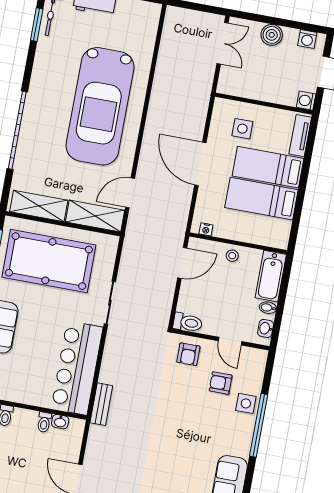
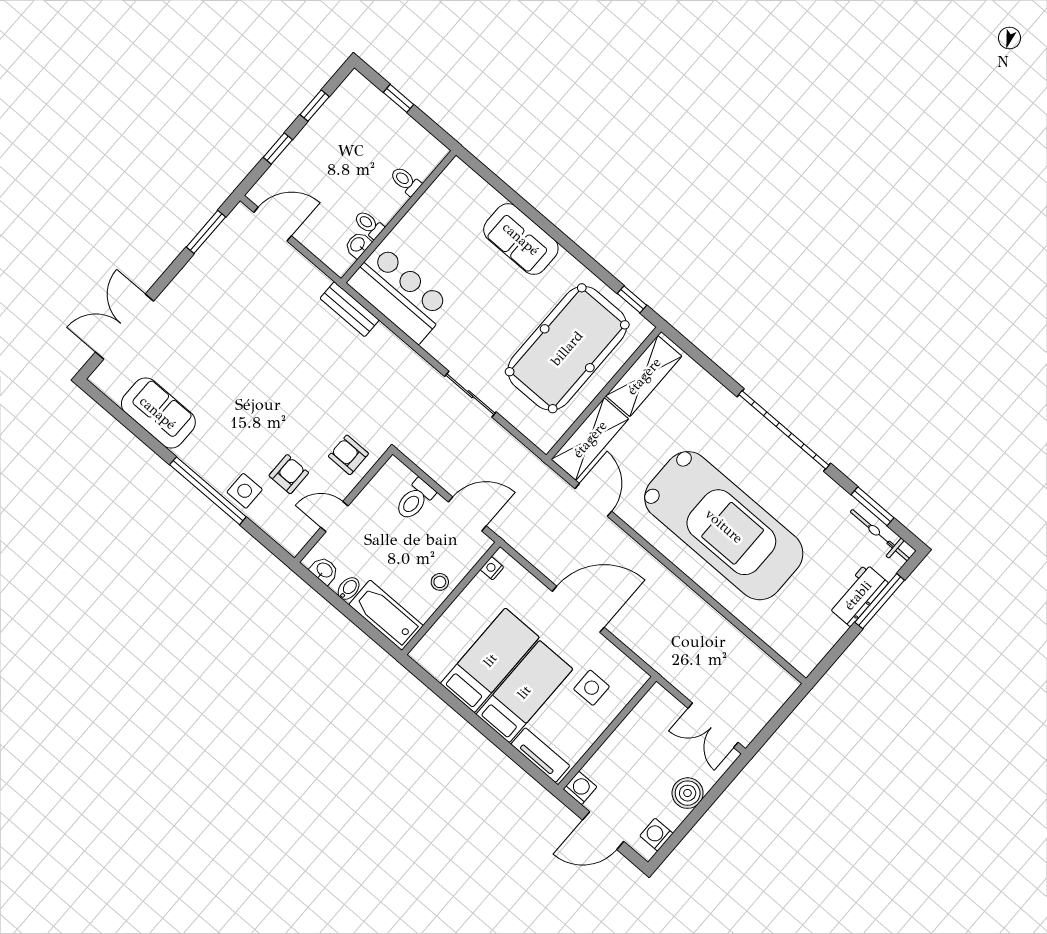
car: (100, 106) -> (724, 526), turned 180
garage door: (17, 130) -> (784, 430), moved
door: (182, 263) -> (467, 514), swing flipped
toilet: (188, 323) -> (415, 500), moved
bar counter: (77, 368) -> (399, 294), width x0.73

